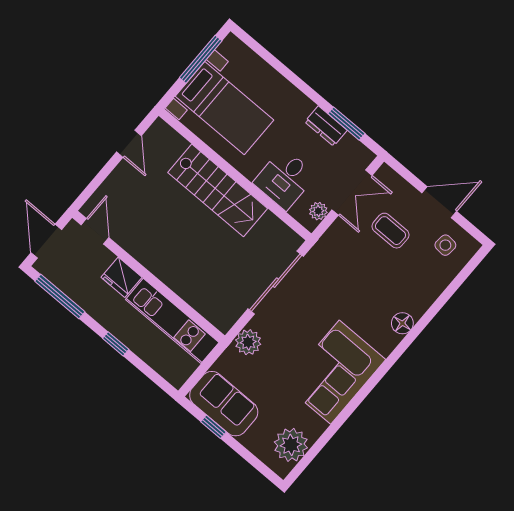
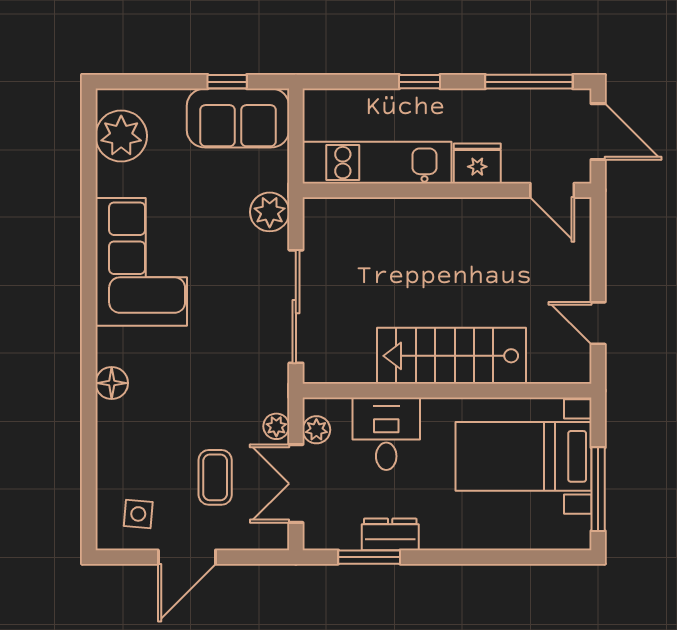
plant: (337, 230) -> (276, 426), added
coffee table: (390, 231) -> (215, 477), turned 90

